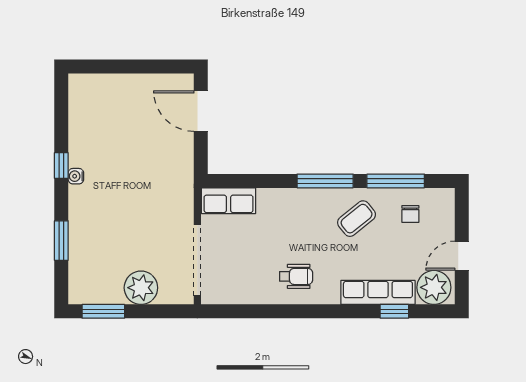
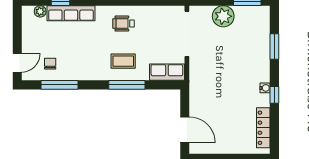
locker: (79, 114) -> (263, 128), added
window: (325, 181) -> (127, 85), moved
coffee table: (357, 219) -> (123, 61), moved, turned 39
door: (462, 256) -> (17, 63), moved
plant: (434, 287) -> (40, 11), width x0.53, depth x0.53

